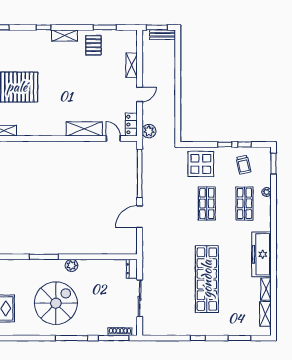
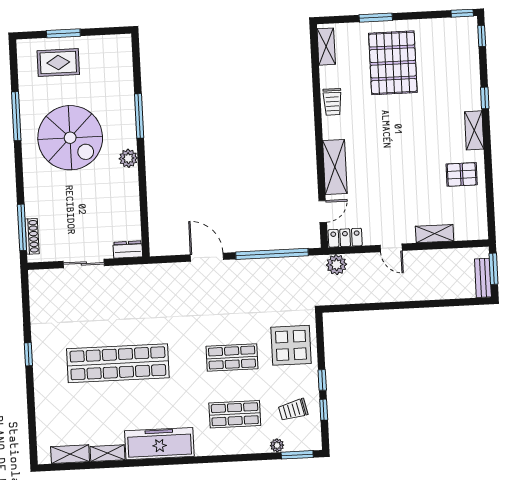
window: (105, 27) -> (489, 190), removed
trolley: (41, 128) -> (332, 102), added
plant: (267, 192) -> (277, 445), moved
sliding door: (140, 298) -> (84, 263), width x0.73
window: (72, 338) -> (16, 116), moved
window: (239, 338) -> (32, 417), removed

